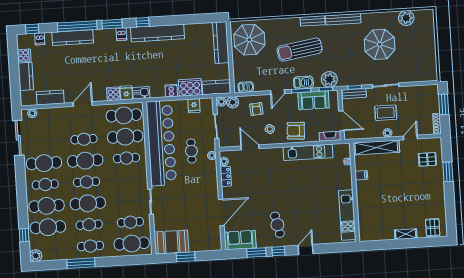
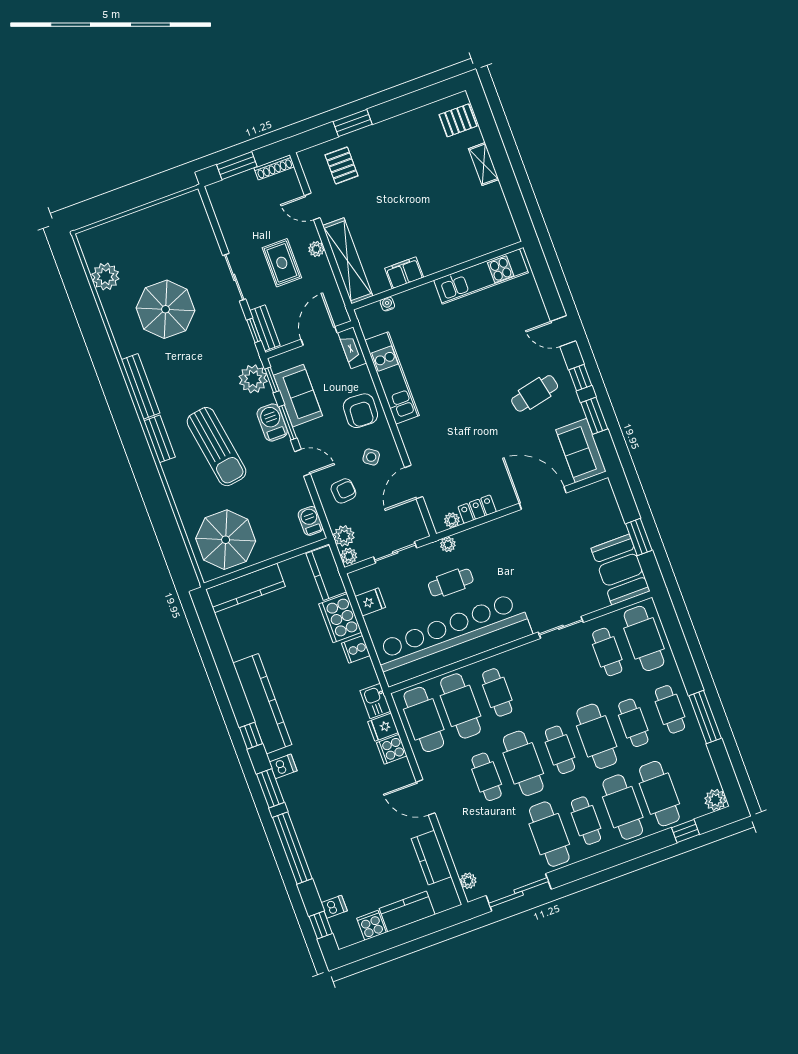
kitchen counter: (73, 38) -> (315, 850), removed
filing cabinet: (361, 175) -> (404, 273), width x2.00

